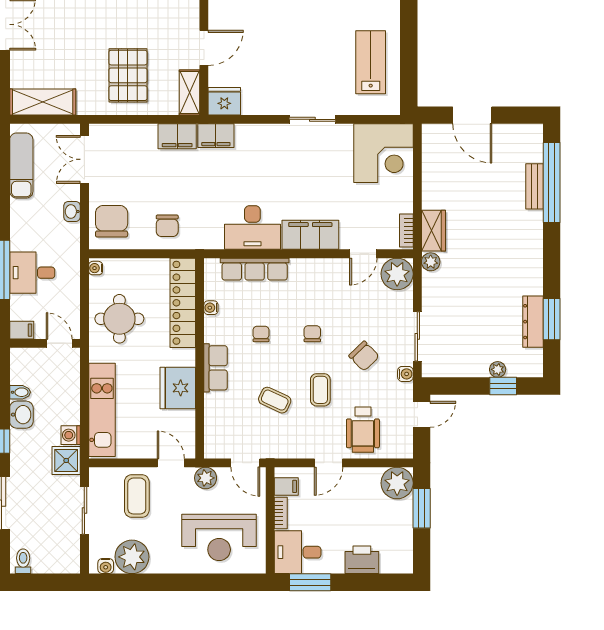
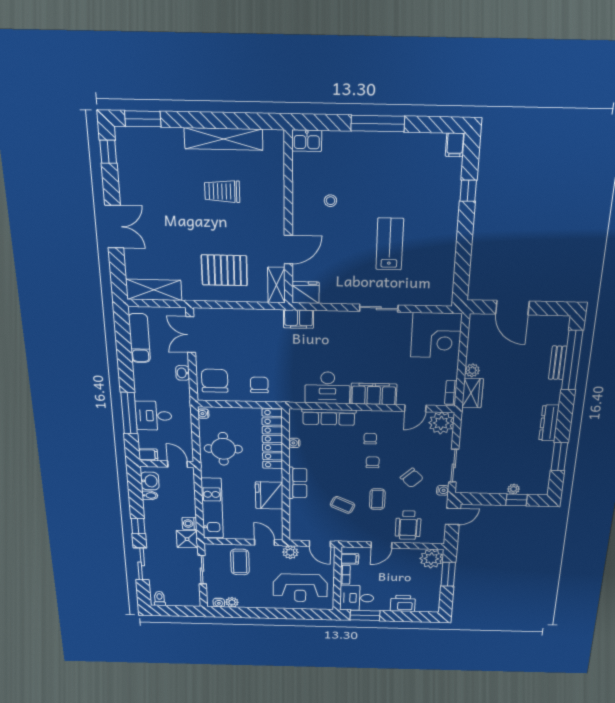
lab bench: (371, 62) -> (390, 244), moved
pallet: (128, 75) -> (224, 270), turned 90
filing cabinet: (177, 136) -> (266, 319), removed
chair: (167, 226) -> (259, 385), turned 180
plant: (431, 262) -> (472, 370), moved
dresser: (533, 322) -> (549, 423), moved
chair: (261, 334) -> (370, 439), moved
washbasin: (21, 415) -> (150, 481), moved
plant: (132, 557) -> (232, 602), width x0.53, depth x0.53

